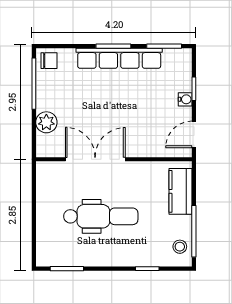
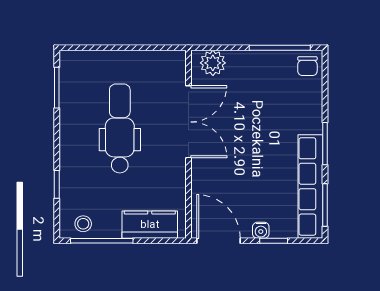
row of seats: (119, 58) -> (310, 186), moved
plant: (46, 122) -> (213, 63), moved
door: (194, 134) -> (218, 241), width x1.38
dental chair: (101, 216) -> (120, 128), turned 180

